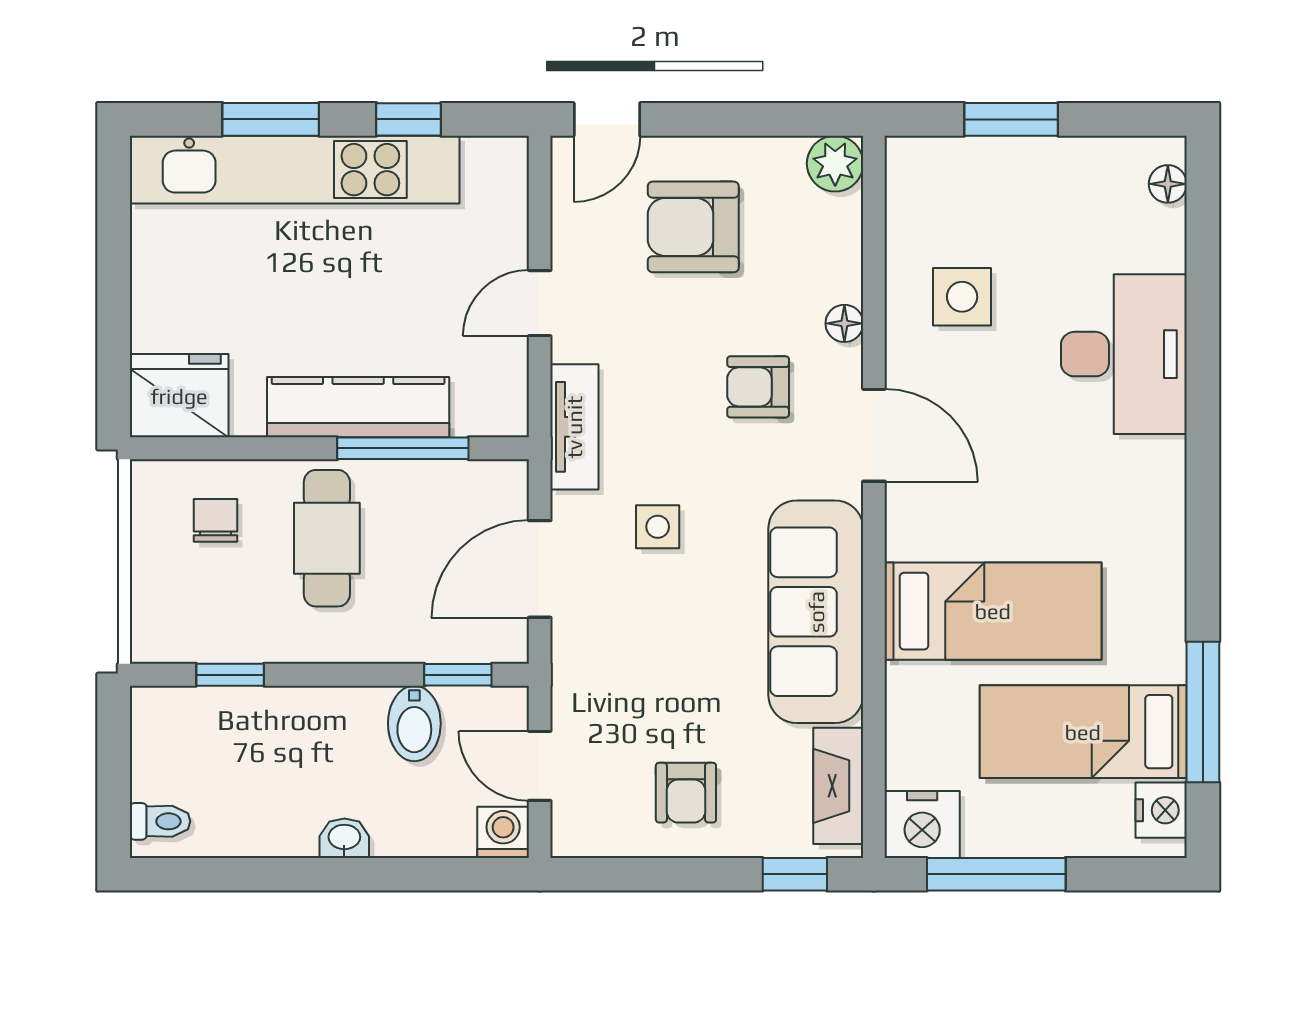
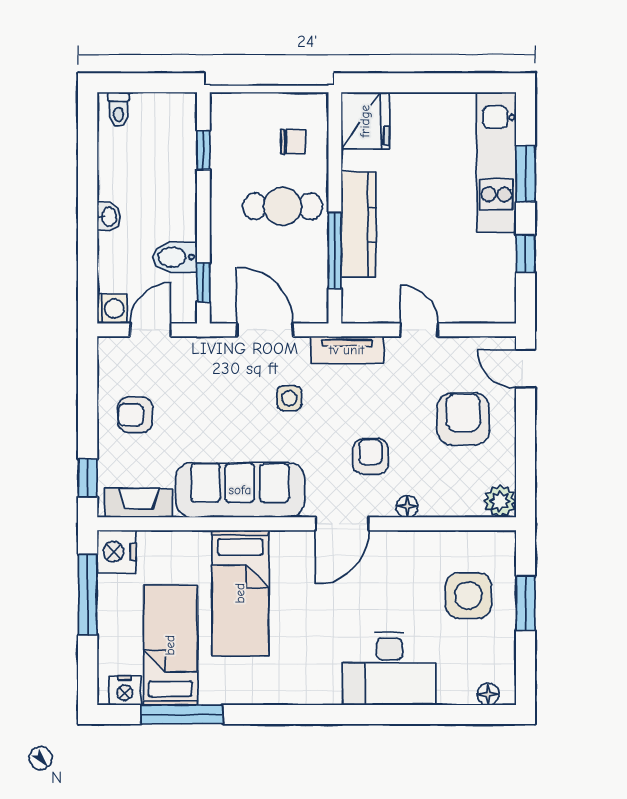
kitchen unit: (295, 170) -> (496, 162), width x0.73
side table: (962, 297) -> (468, 596), moved, width x1.37, depth x1.37

